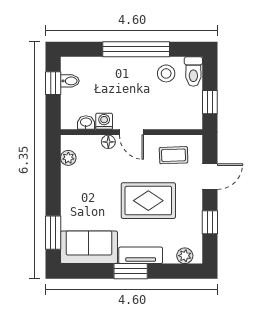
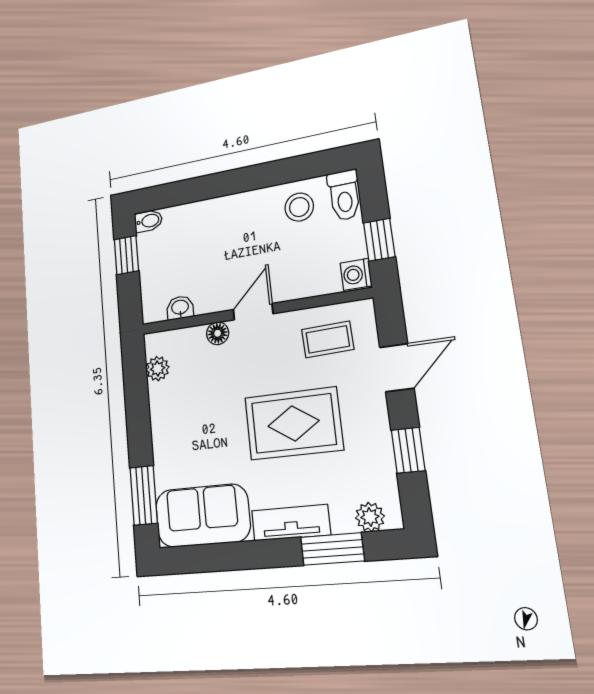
window: (136, 49) -> (247, 179), removed
bidet: (70, 81) -> (148, 221), moved
washing machine: (104, 121) -> (356, 274), moved, turned -90
door: (131, 132) -> (253, 312), swing flipped
window: (131, 271) -> (332, 549), moved

